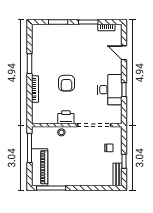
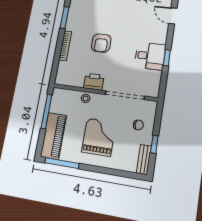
desk: (110, 90) -> (150, 56), width x0.73
grand piano: (78, 162) -> (99, 137), added

